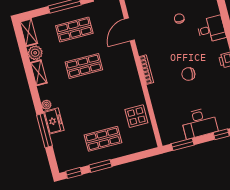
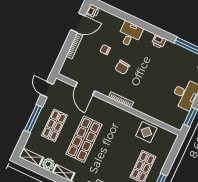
shop shelf: (84, 66) -> (84, 139), width x1.43, depth x1.36
chair: (188, 74) -> (122, 67), moved

